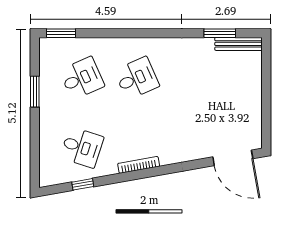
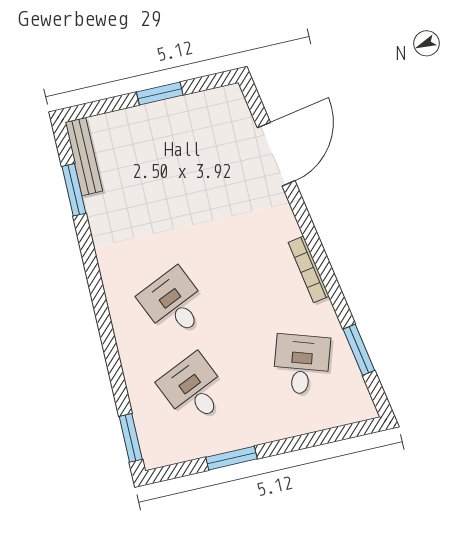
window: (266, 99) -> (160, 94), added
door: (233, 158) -> (276, 154), moved
window: (83, 184) -> (359, 350), width x1.50

